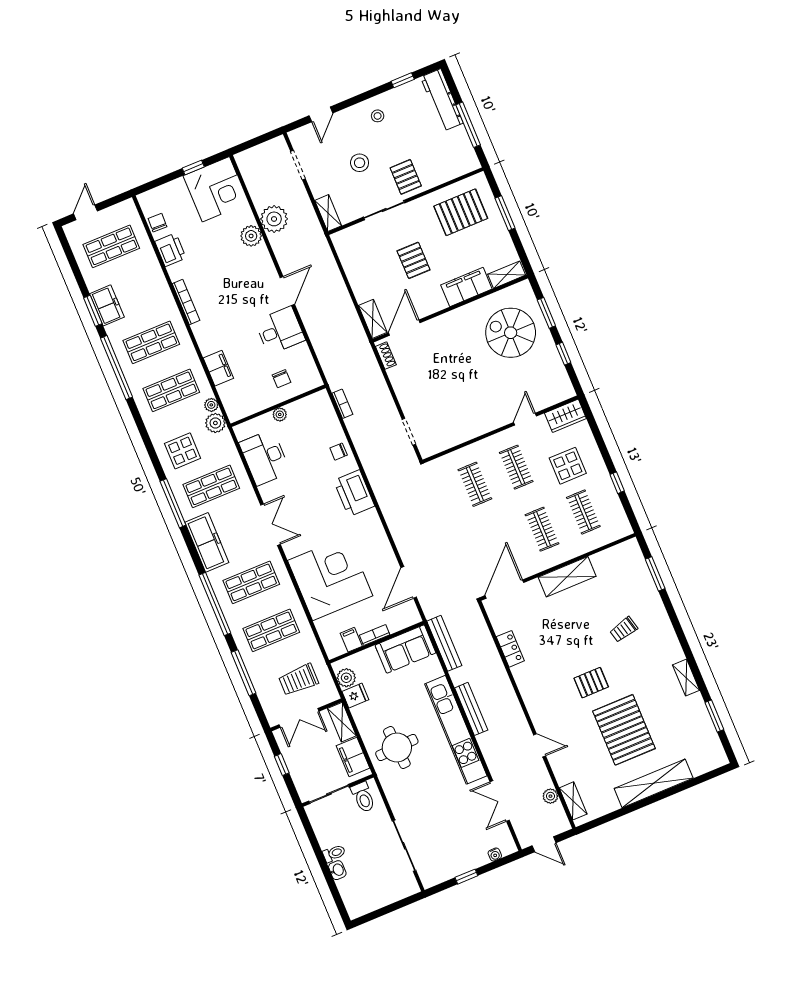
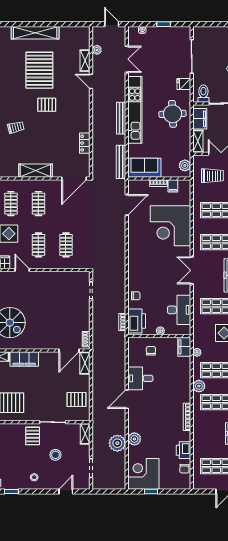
pallet: (414, 260) -> (77, 399), moved, turned 90
filing cabinet: (218, 368) -> (184, 347), moved
door: (525, 419) -> (22, 270), swing flipped
plant: (215, 423) -> (199, 386), moved
printer: (354, 493) -> (137, 321), moved
fridge: (355, 696) -> (184, 84), moved
shelving: (573, 801) -> (85, 61), moved

